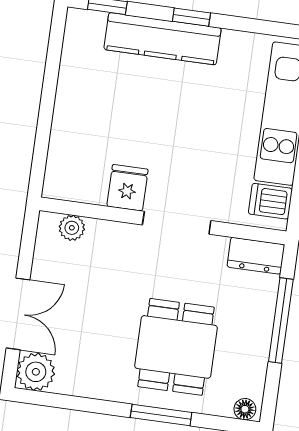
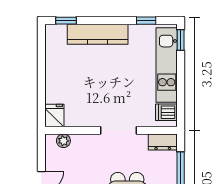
window: (191, 17) -> (146, 21), moved
fridge: (127, 188) -> (54, 116), moved

